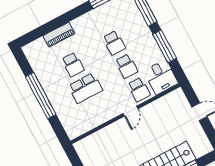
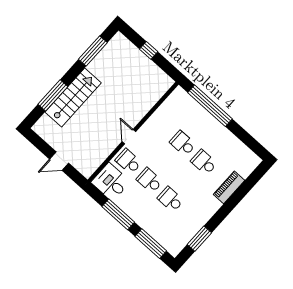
school desk: (85, 88) -> (183, 143), width x0.54
window: (41, 96) -> (210, 106), moved

